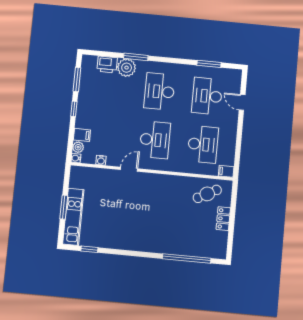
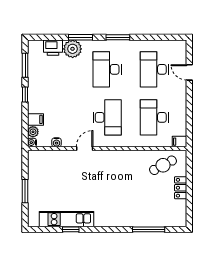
window: (209, 64) -> (118, 37), moved
desk: (203, 144) -> (154, 117), turned 180
kitchen unit: (73, 217) -> (67, 219), moved, turned -90
window: (89, 249) -> (71, 229), moved
window: (187, 258) -> (149, 229), width x0.68

